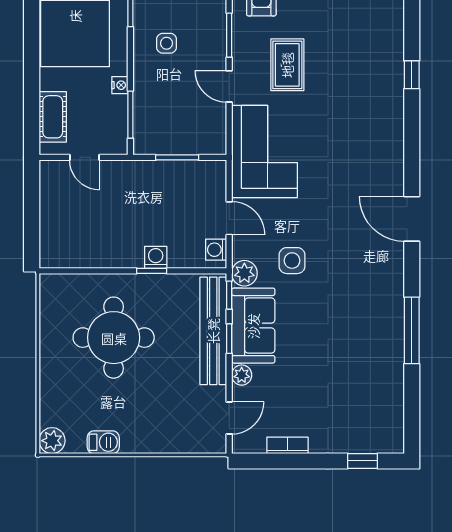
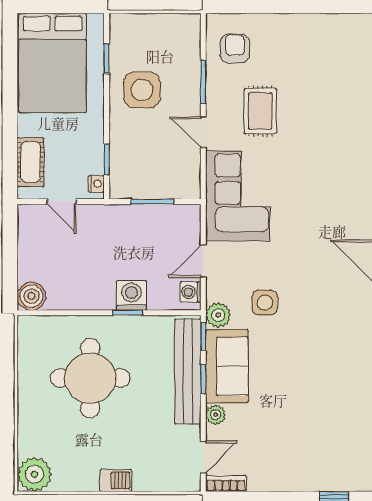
side table: (167, 43) -> (142, 90), width x1.87, depth x1.87
nightstand: (120, 85) -> (96, 184), moved
window: (130, 115) -> (107, 160), width x0.67
door: (229, 218) -> (203, 261), swing flipped
boiler: (54, 254) -> (31, 296), added
washing machine: (156, 257) -> (131, 295), width x1.38, depth x1.38
plant: (52, 441) -> (35, 474), width x1.36, depth x1.36
barbecue: (103, 442) -> (116, 480), moved
bookcase: (287, 445) -> (226, 484), moved

